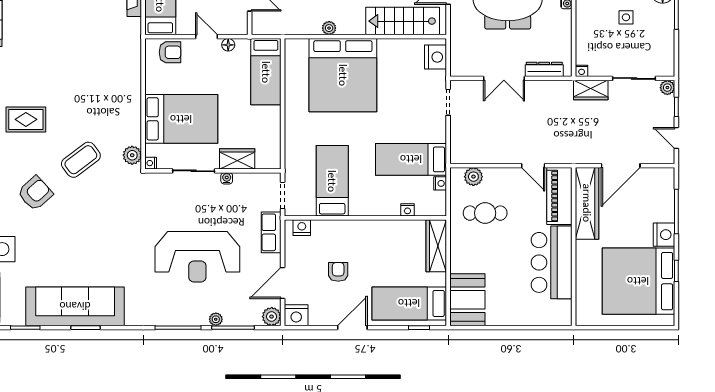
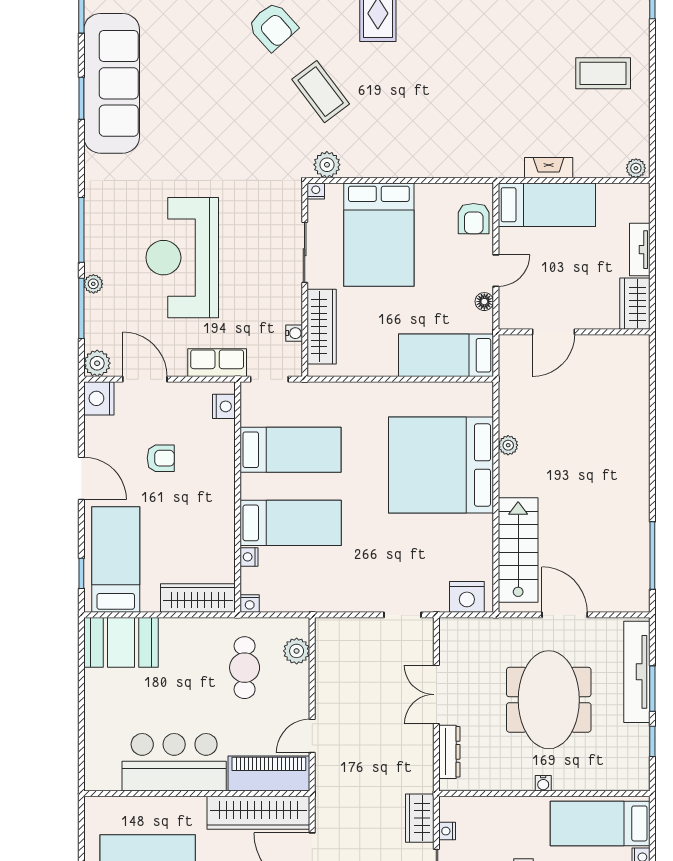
nightstand: (582, 71) -> (447, 831), moved
wardrobe: (237, 159) -> (322, 327), width x1.50
bed: (411, 159) -> (291, 523), moved, turned 90
water cooler: (227, 178) -> (294, 333), moved
nightstand: (440, 183) -> (250, 603), moved

